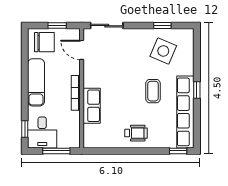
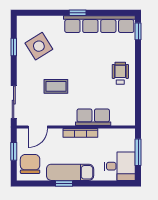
side table: (163, 51) -> (39, 46), turned 35
coffee table: (153, 91) -> (56, 86), moved
window: (25, 129) -> (64, 183), moved

